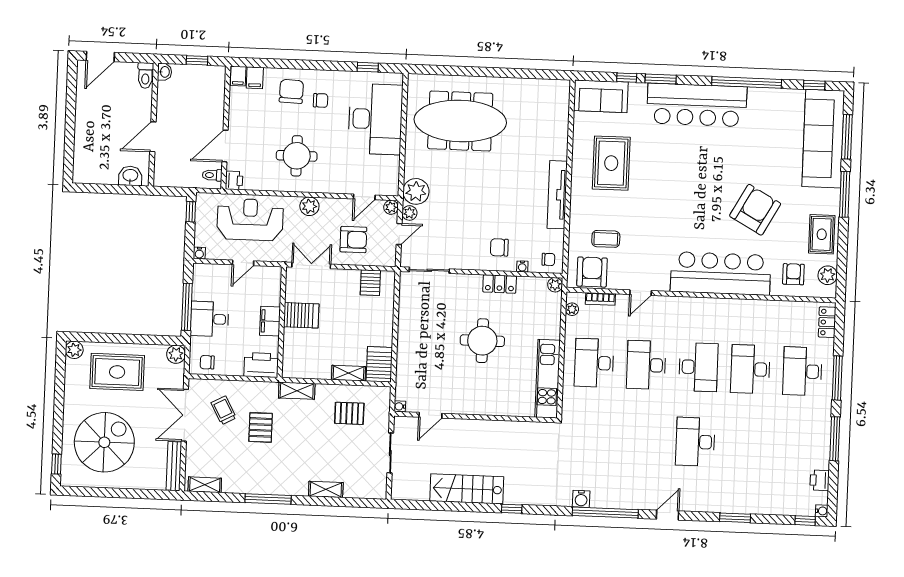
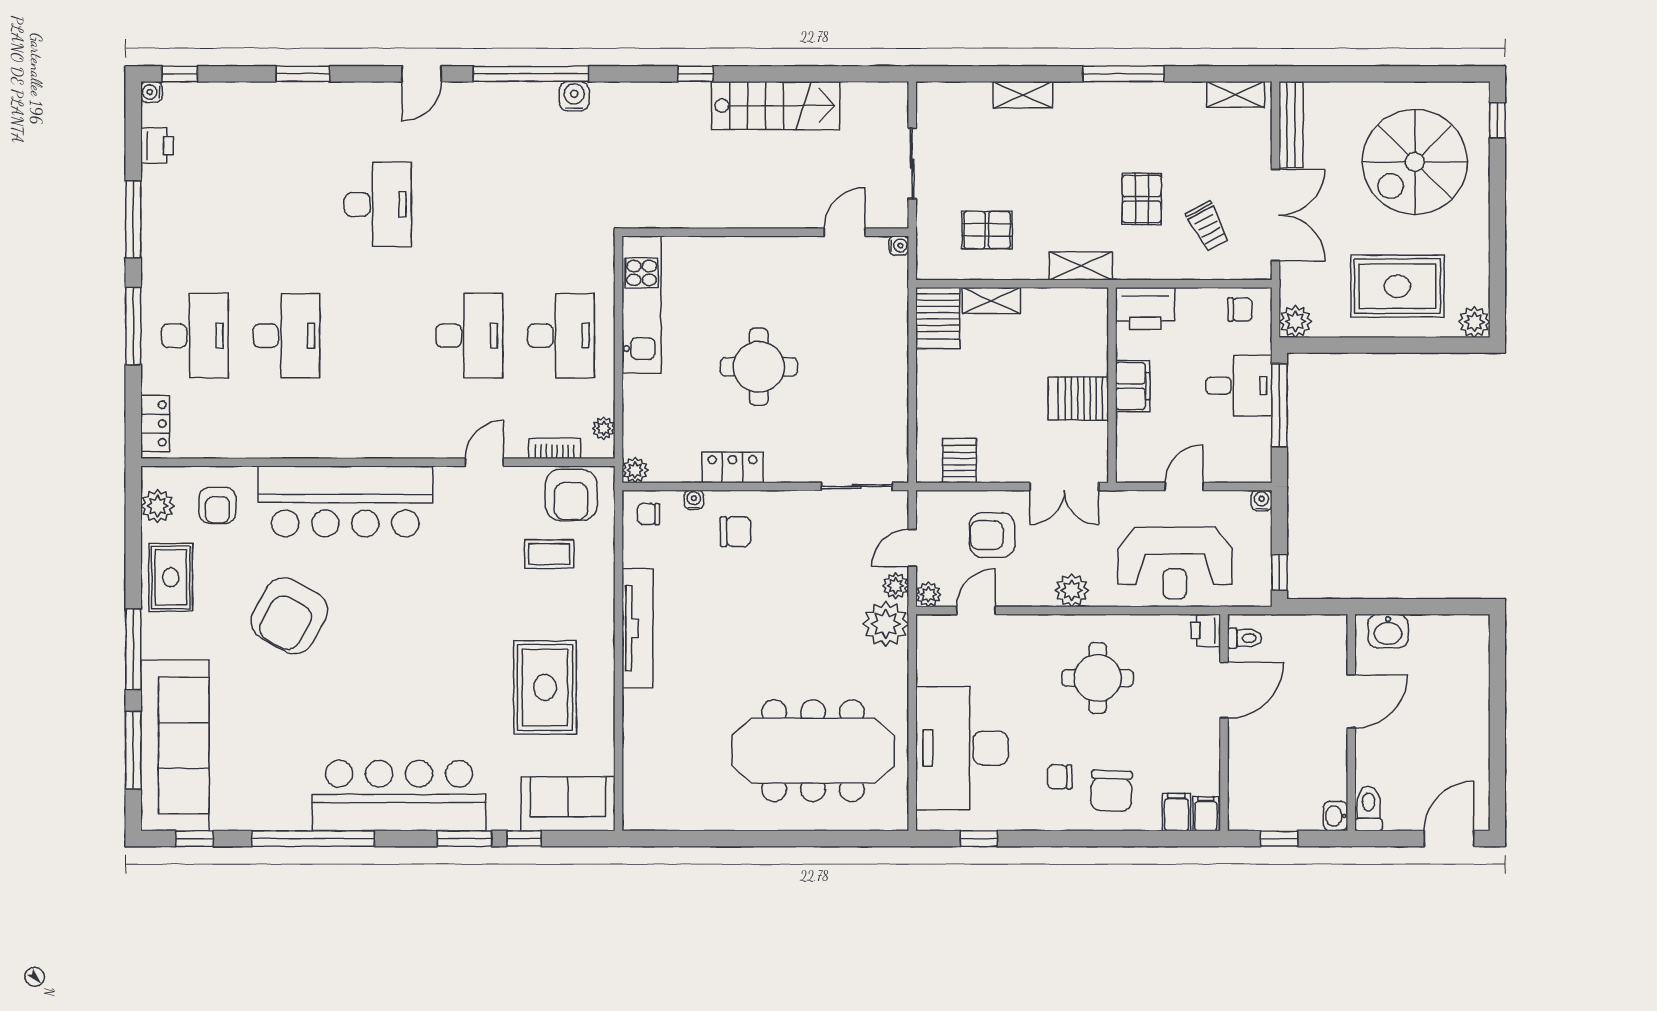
desk: (698, 367) -> (378, 336), removed

